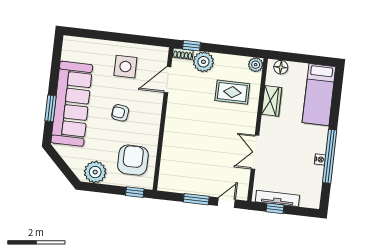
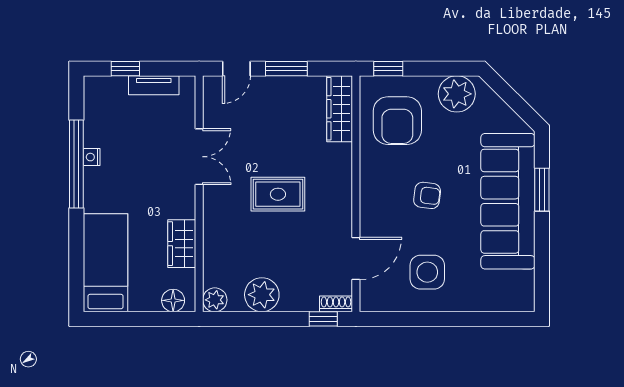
plant: (203, 62) -> (262, 295), moved
rug: (232, 92) -> (278, 194), moved
wardrobe: (167, 171) -> (340, 109), added
tv unit: (277, 198) -> (154, 85), width x0.71
window: (275, 208) -> (125, 69), moved

